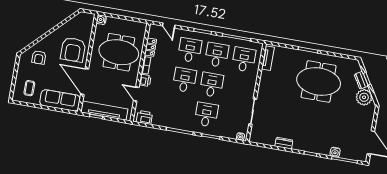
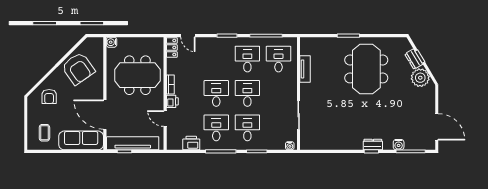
locker: (150, 47) -> (172, 48), moved
armchair: (73, 50) -> (78, 69), moved, turned -35
desk: (190, 50) -> (216, 128), moved
tv unit: (268, 58) -> (305, 69), moved
meeting table: (319, 82) -> (366, 69), turned 90
printer: (144, 117) -> (191, 143), moved
dresser: (284, 143) -> (373, 145), moved

